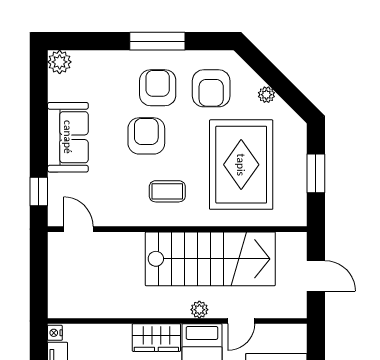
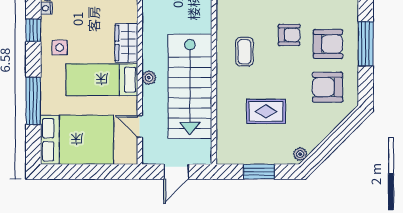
plant: (266, 95) -> (300, 154), moved
armchair: (146, 136) -> (289, 35), width x0.72, depth x0.72
rug: (241, 165) -> (266, 111), width x0.54, depth x0.49
door: (241, 321) -> (140, 127), moved

